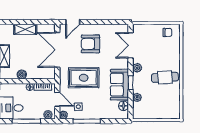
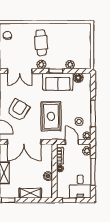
armchair: (90, 44) -> (18, 110), turned -148
cafe table: (165, 77) -> (41, 43), moved
door: (57, 99) -> (72, 142), hinge flipped

